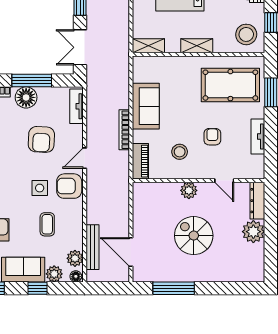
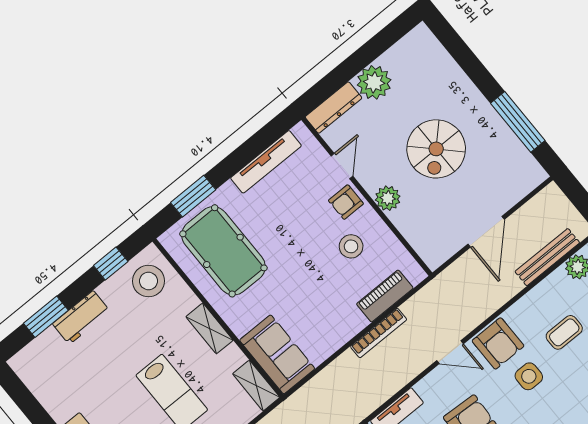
sofa: (146, 106) -> (277, 354), moved, turned 90
tv unit: (258, 136) -> (266, 162), width x1.41
armchair: (212, 137) -> (346, 202), moved
piano: (140, 161) -> (385, 296), moved
door: (131, 252) -> (486, 232), moved

